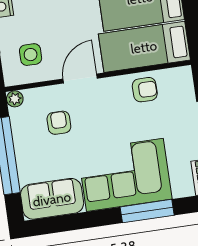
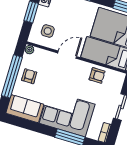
armchair: (59, 123) -> (29, 76), moved

